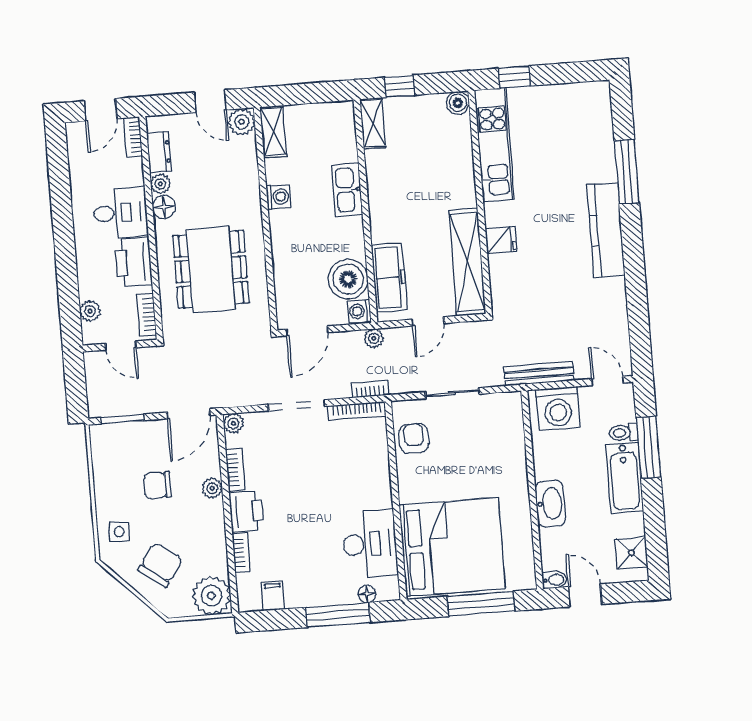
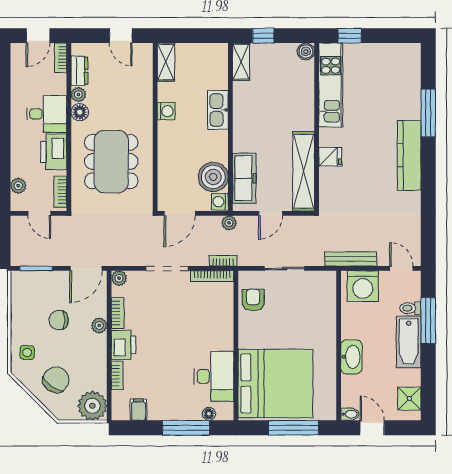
plant: (242, 122) -> (143, 53), removed

